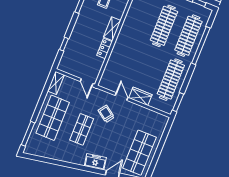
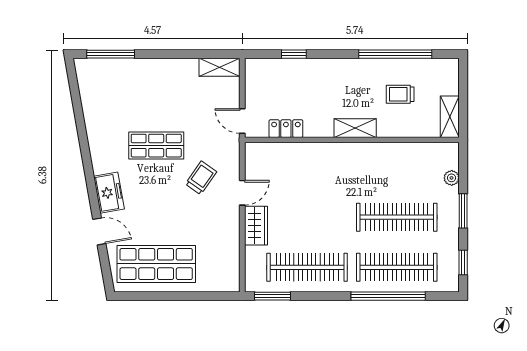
locker: (105, 48) -> (286, 129), moved
door: (87, 82) -> (242, 121), hinge flipped
shop shelf: (53, 118) -> (156, 86), removed

